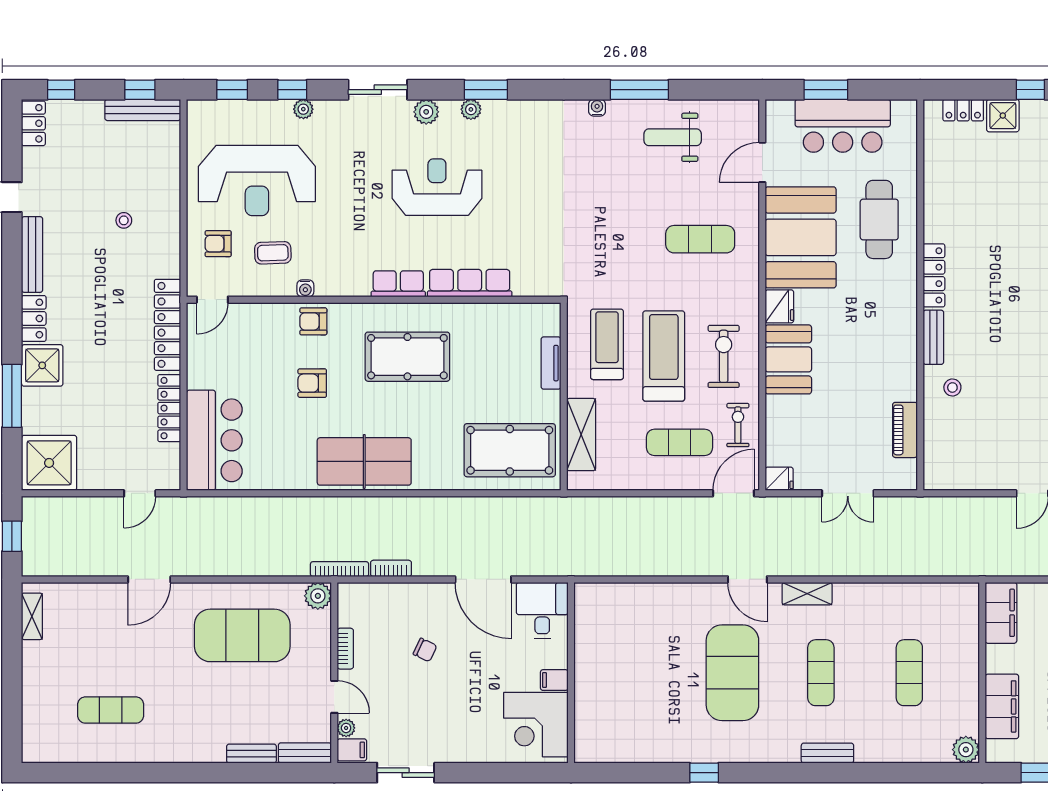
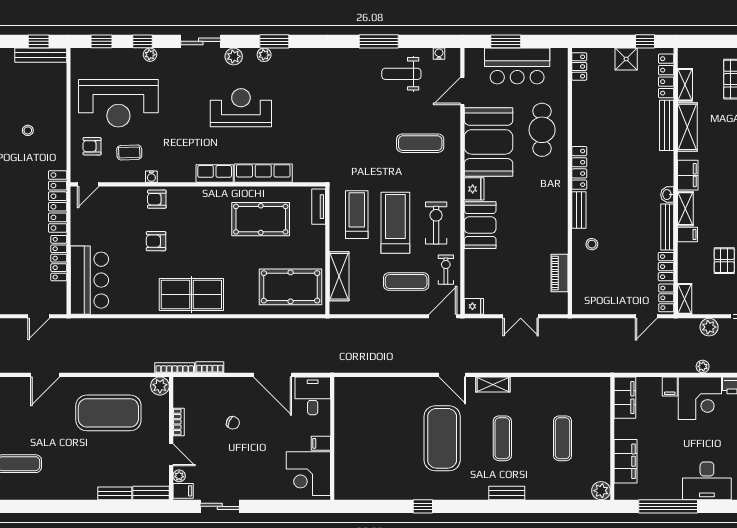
water cooler: (597, 108) -> (439, 54), moved
locker: (963, 110) -> (579, 67), moved, turned -90
pool table: (407, 357) -> (261, 219), moved
tv unit: (551, 363) -> (319, 207), moved

